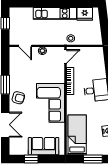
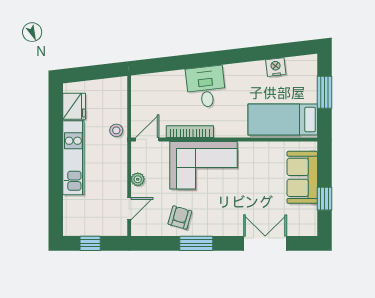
door: (65, 56) -> (147, 139), hinge flipped
armchair: (18, 98) -> (180, 217), moved
corner sofa: (51, 103) -> (203, 165), moved

